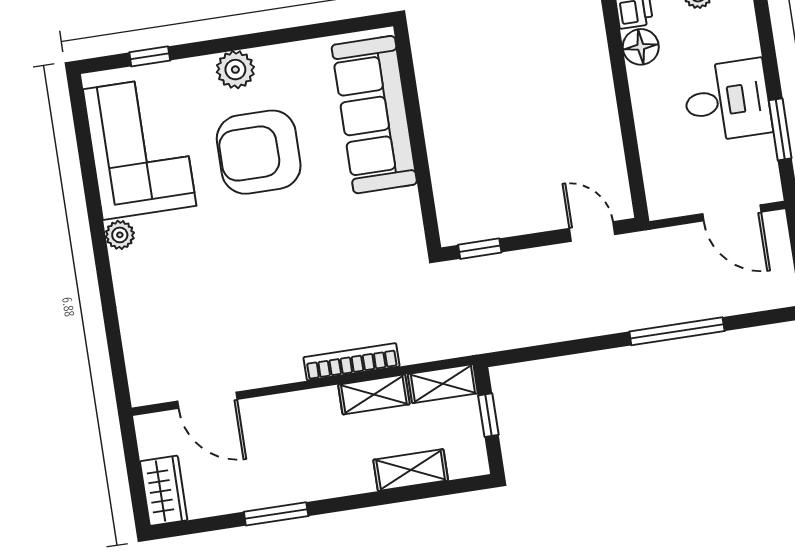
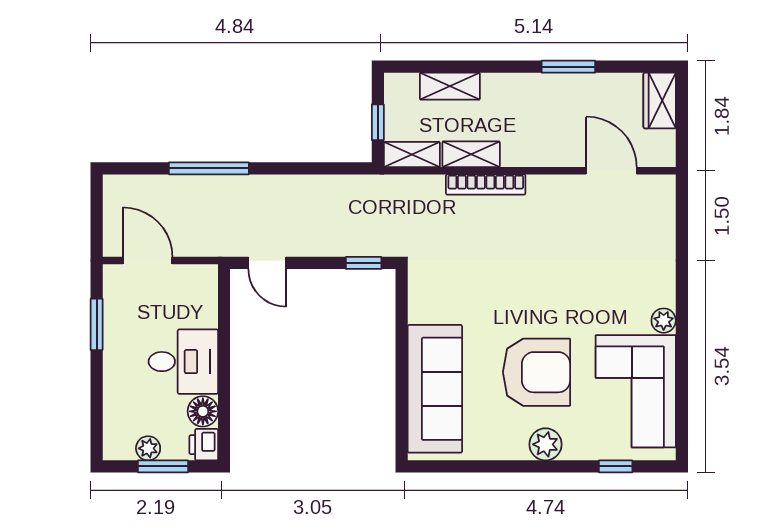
desk: (727, 101) -> (183, 362), moved, turned 180

